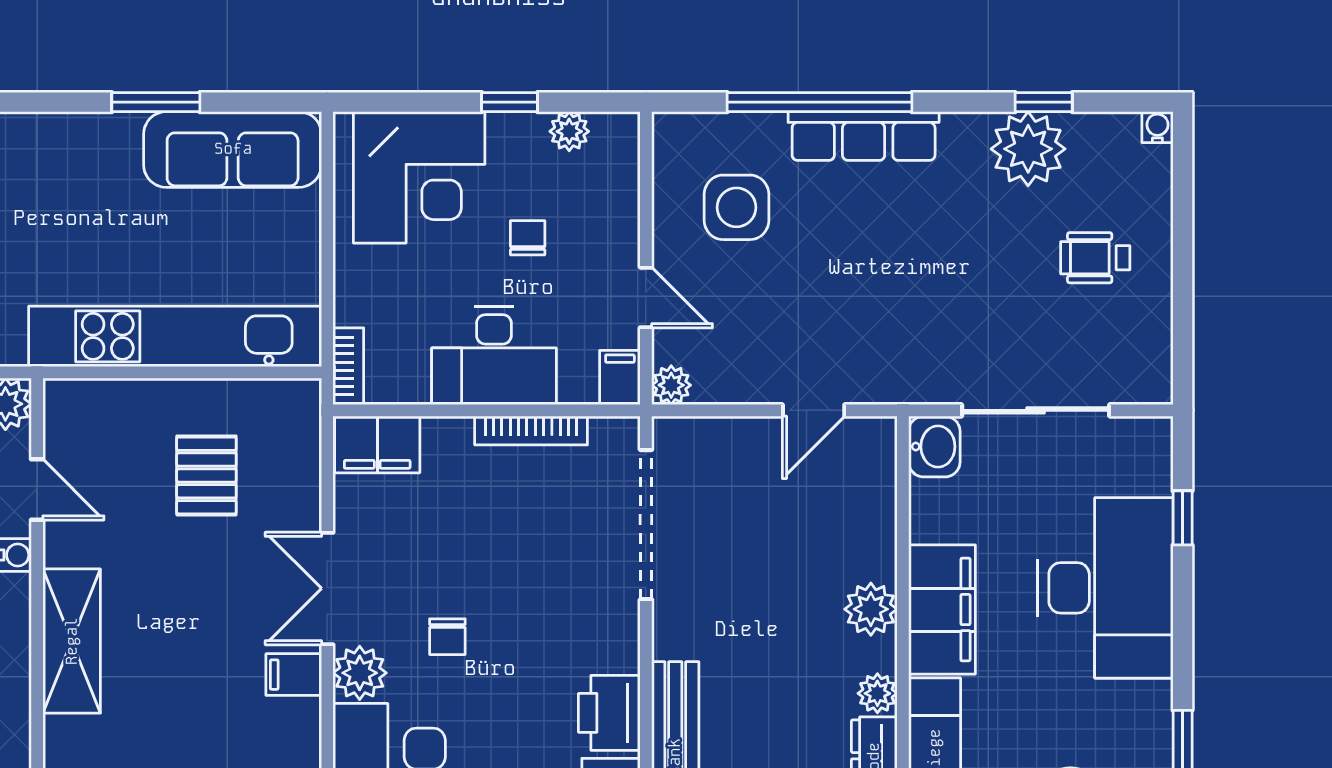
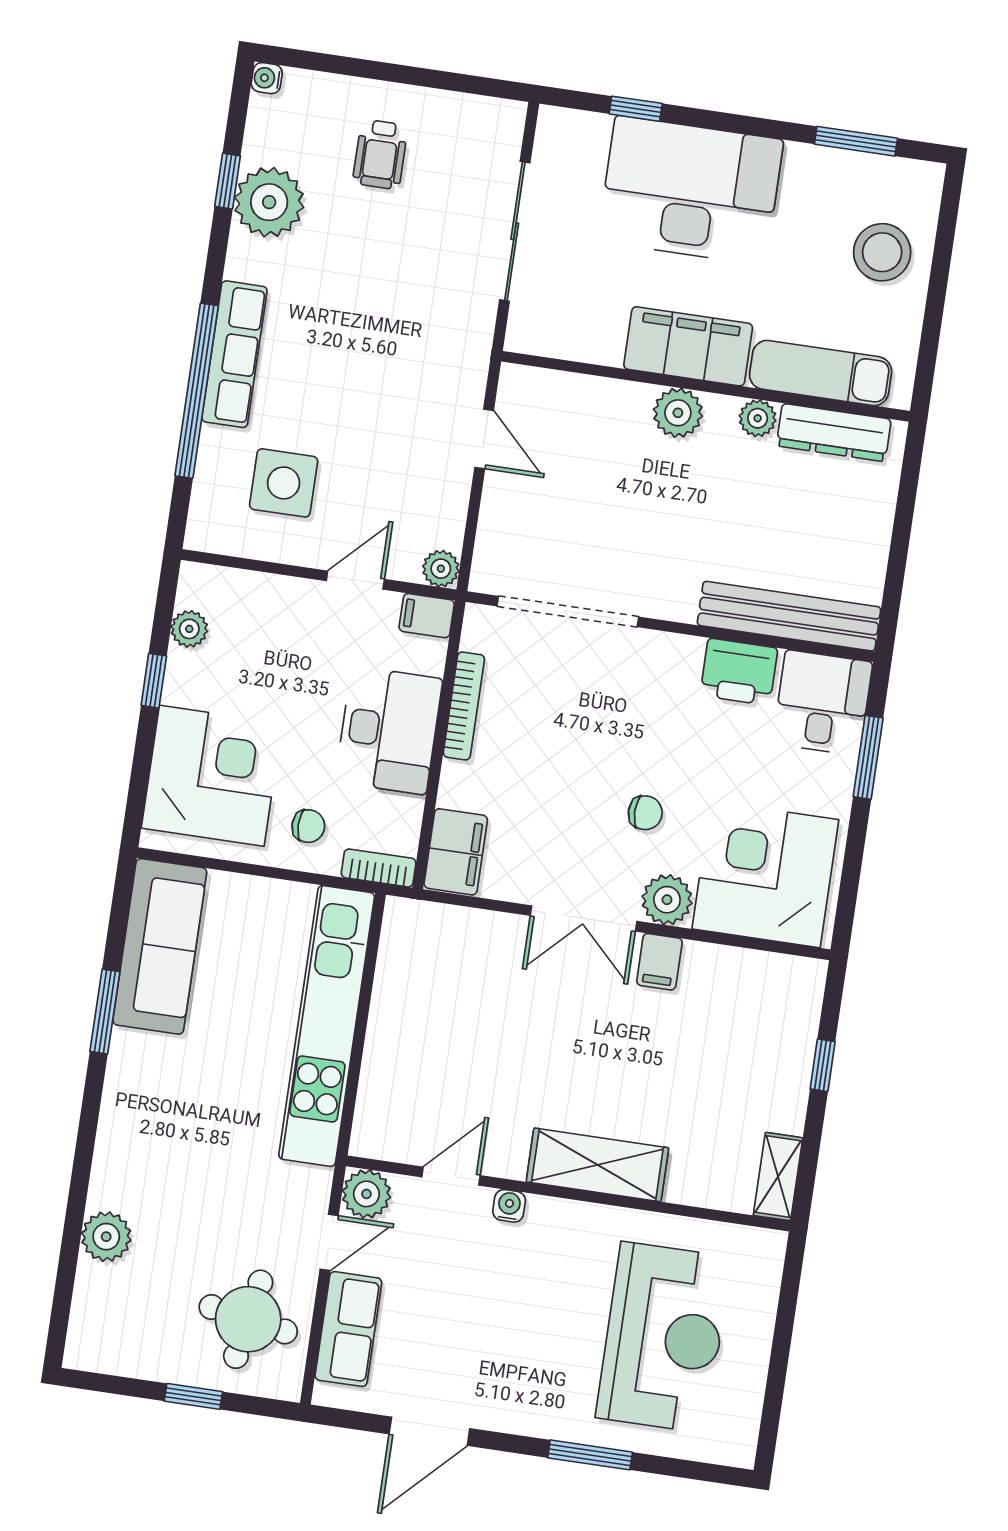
chair: (528, 238) -> (308, 826), moved, turned 180
washbasin: (934, 447) -> (535, 331), removed
pallet: (206, 475) -> (461, 1016), removed

